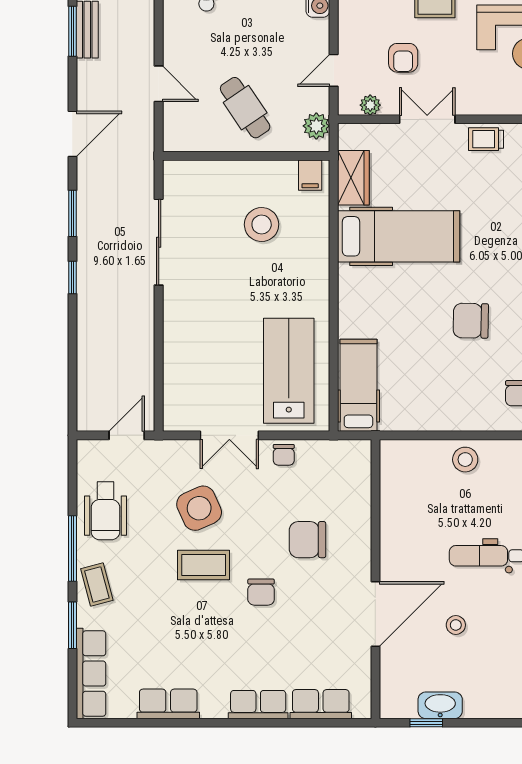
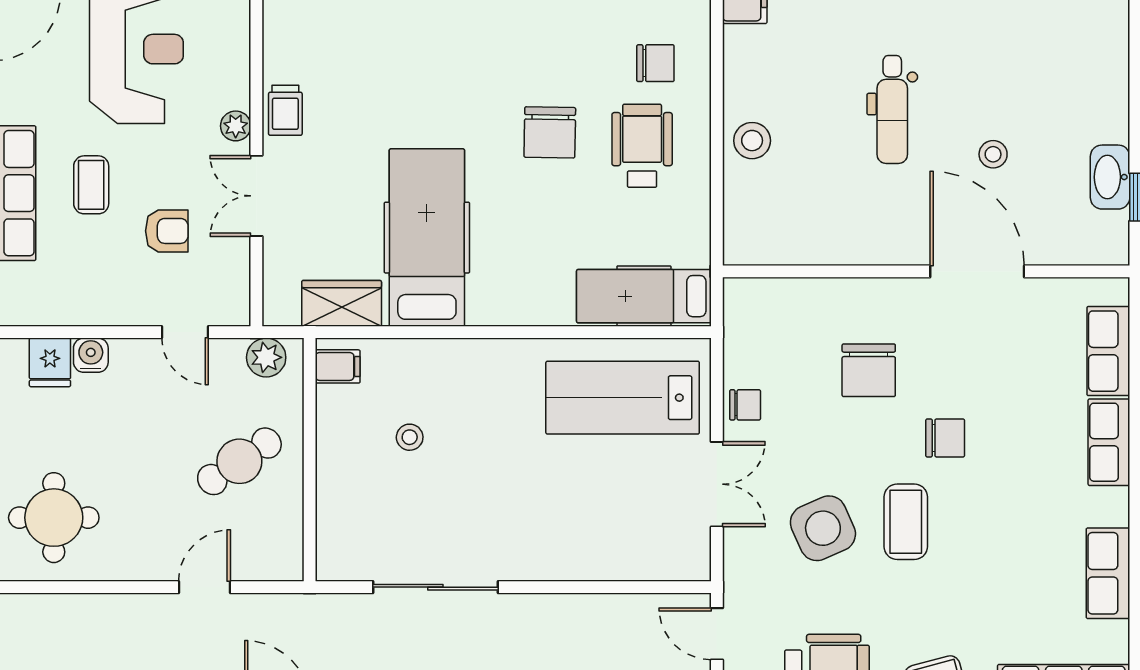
plant: (370, 105) -> (236, 126), moved
stool: (262, 225) -> (410, 437), width x0.53, depth x0.53
wheelchair: (462, 384) -> (642, 146), added

